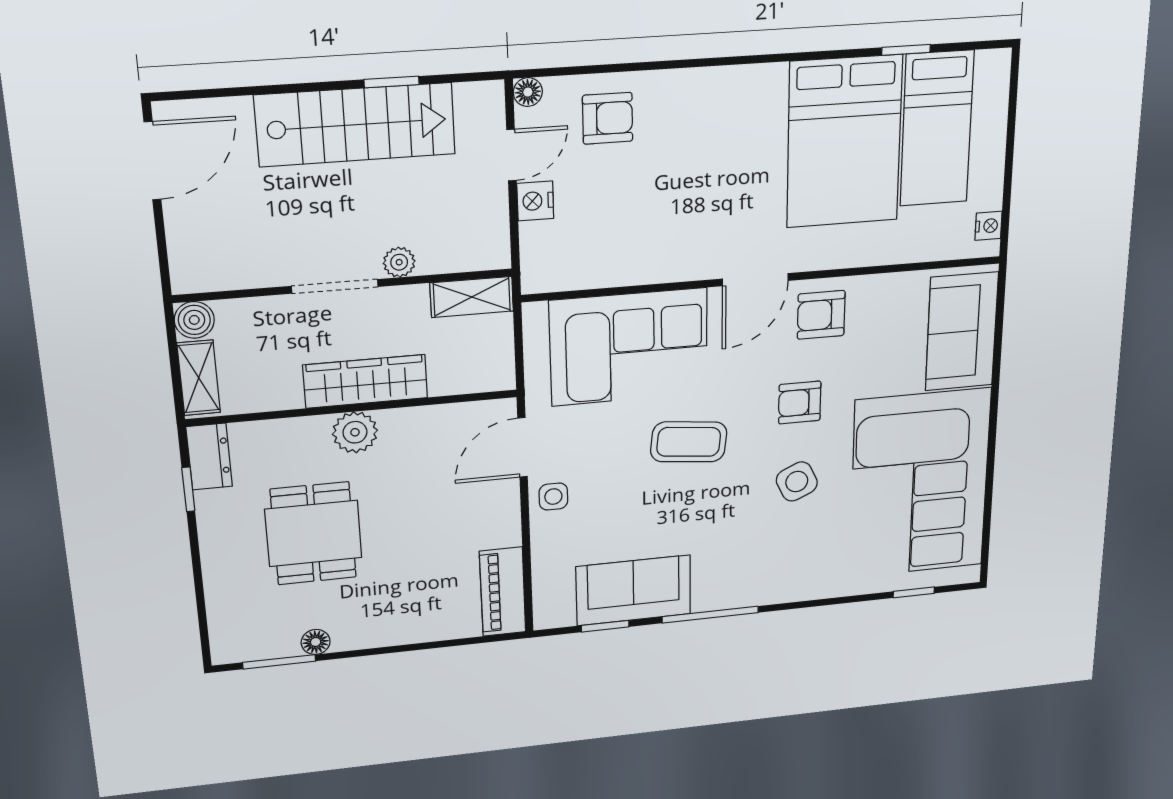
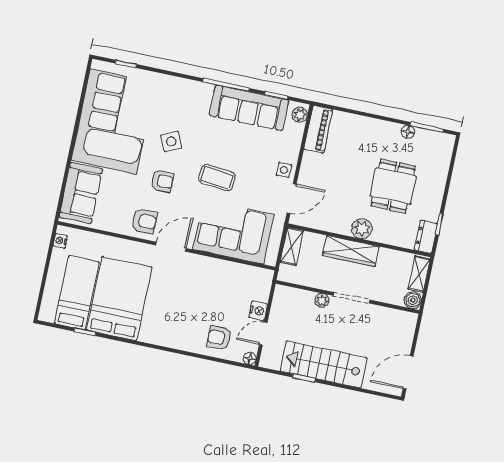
shelving: (472, 297) -> (292, 246), moved, turned 90
sofa: (634, 590) -> (249, 108), width x1.36
plant: (548, 607) -> (300, 115), added

